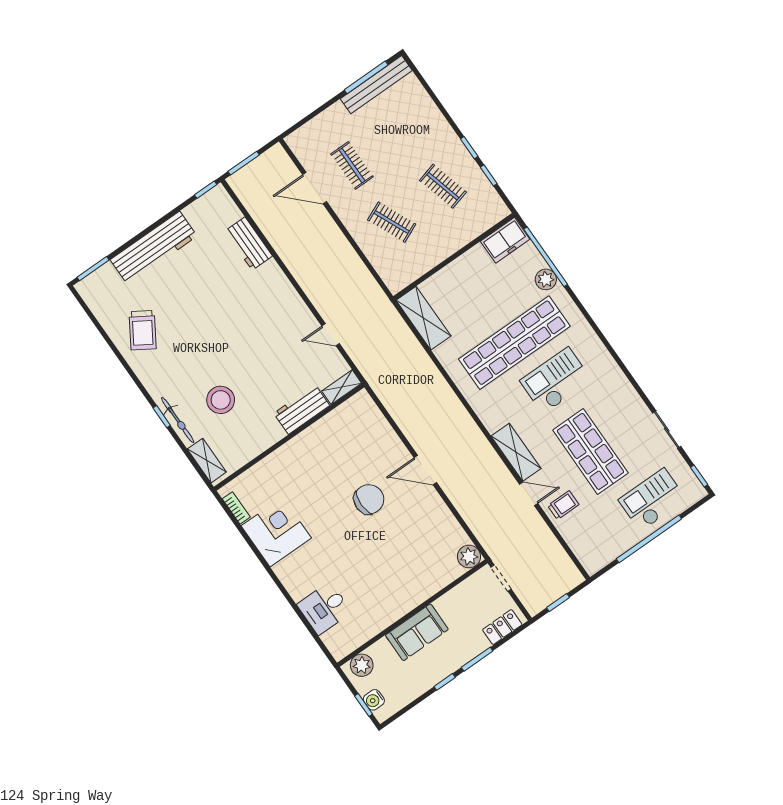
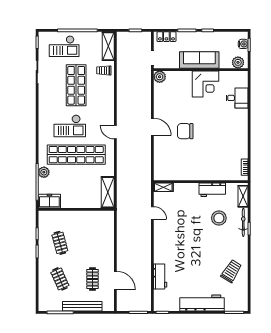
bench: (376, 85) -> (82, 306), moved
clothes rail: (392, 222) -> (60, 279), moved
workbench: (302, 409) -> (212, 190), moved
shelving: (516, 452) -> (108, 46), moved
door: (529, 494) -> (115, 132), moved
corner desk: (276, 532) -> (205, 84), moved, turned -90
sofa: (417, 632) -> (199, 60), width x1.36

